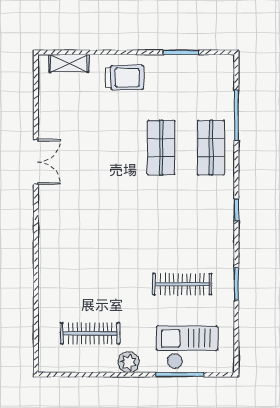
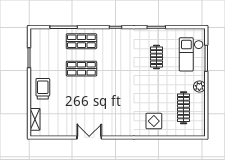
display table: (66, 279) -> (154, 121), added
clothes rail: (182, 284) -> (156, 57), width x0.73

